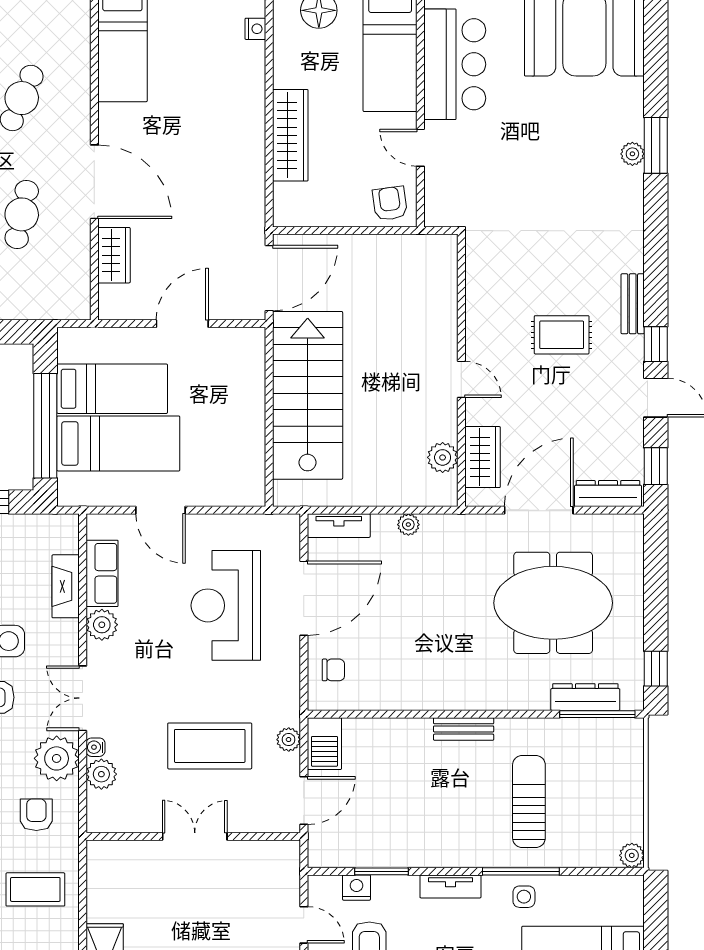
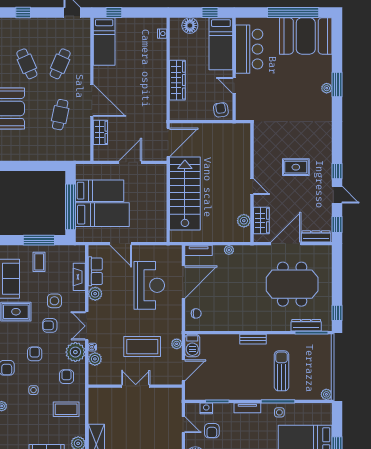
bench: (633, 304) -> (327, 154), removed
reception desk: (226, 605) -> (149, 285), turned 180

